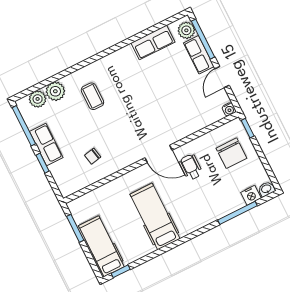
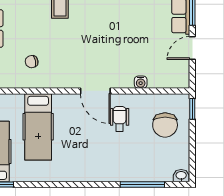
water cooler: (229, 109) -> (141, 82), moved
nightstand: (251, 195) -> (164, 174), removed
hospital bed: (155, 216) -> (38, 127), moved, turned 180

